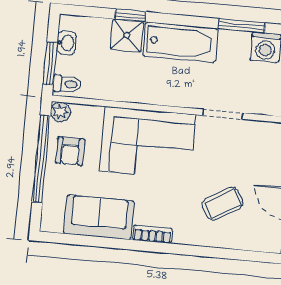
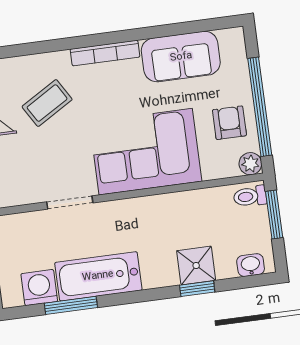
bathtub: (180, 42) -> (98, 276), moved
washbasin: (66, 43) -> (251, 265), moved, turned 90
bookcase: (152, 234) -> (105, 53), width x1.56

